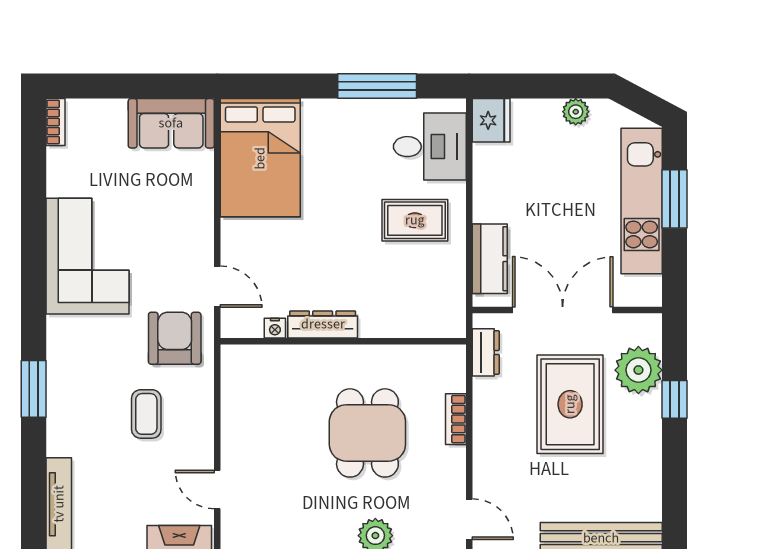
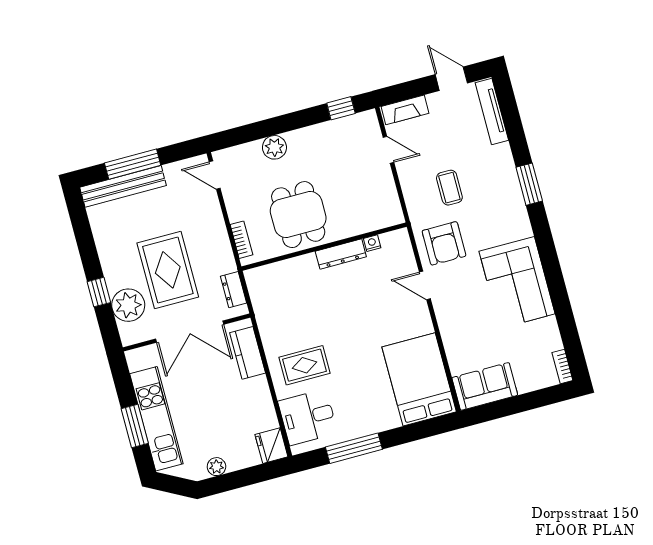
dresser: (323, 324) -> (341, 254), moved
nightstand: (275, 328) -> (372, 243), moved
wall: (343, 341) -> (324, 247), moved

